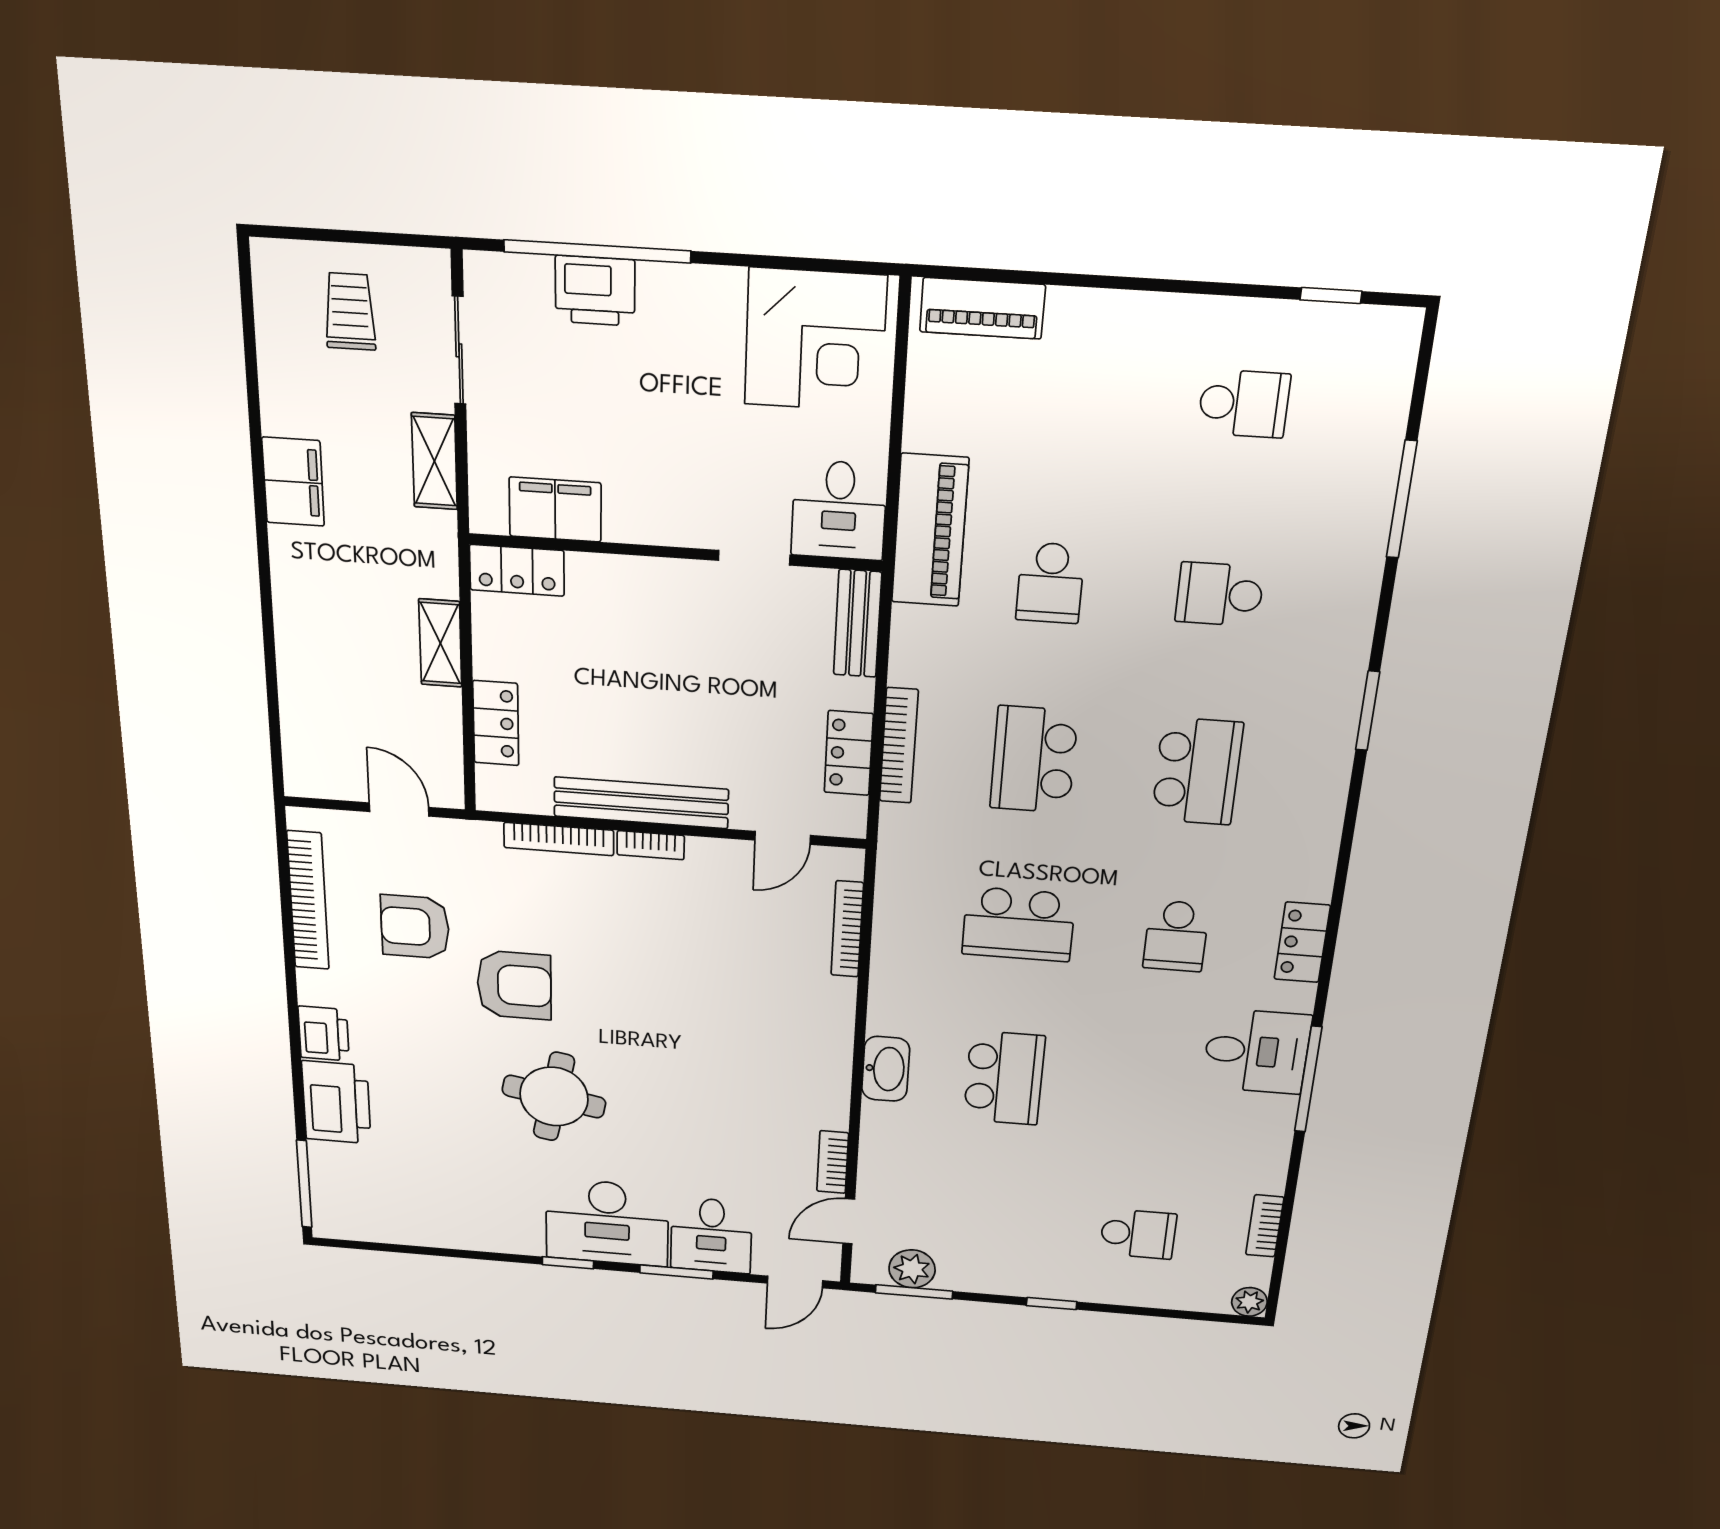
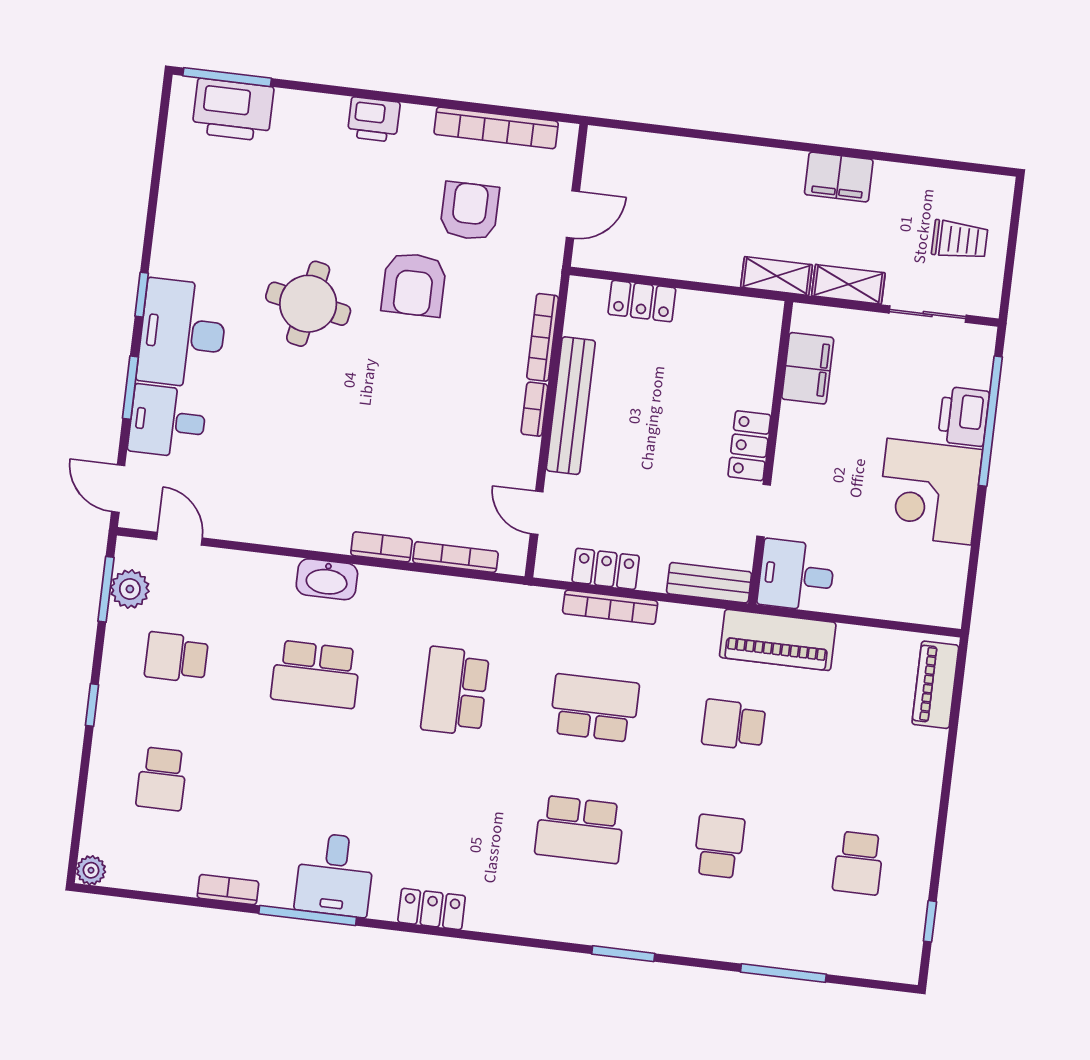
corner desk: (815, 340) -> (929, 492), moved
locker: (517, 570) -> (749, 446), moved
shelving: (440, 643) -> (777, 276), moved
school desk: (1176, 936) -> (176, 657), moved
printer: (336, 1102) -> (233, 110), moved
bookcase: (833, 1162) -> (381, 547), moved
bookcase: (1265, 1226) -> (228, 890), moved

